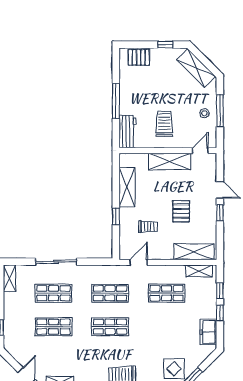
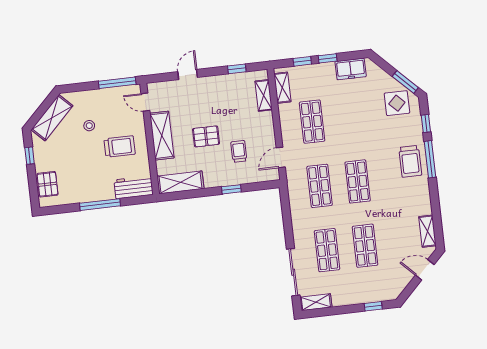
window: (220, 111) -> (117, 83), moved
stool: (204, 113) -> (89, 126), moved
trolley: (164, 124) -> (120, 147), turned 180
shelving: (127, 187) -> (180, 182), moved
pallet: (181, 211) -> (206, 136), moved
window: (220, 213) -> (237, 69), moved
shelving: (194, 252) -> (264, 95), width x0.67, depth x0.75
sliding door: (56, 262) -> (293, 272), moved
door: (139, 262) -> (281, 157), hinge flipped

